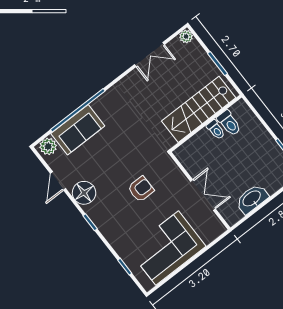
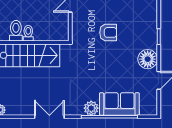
double door: (149, 55) -> (49, 117), moved
plant: (48, 146) -> (91, 108), moved
armchair: (141, 189) -> (108, 32), turned 180

